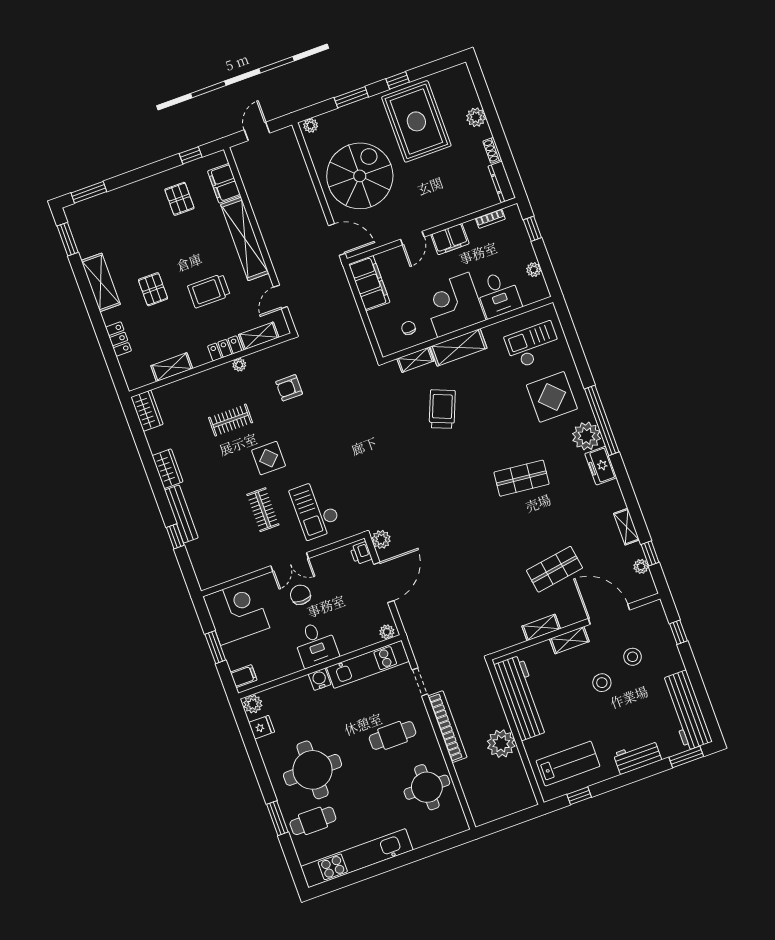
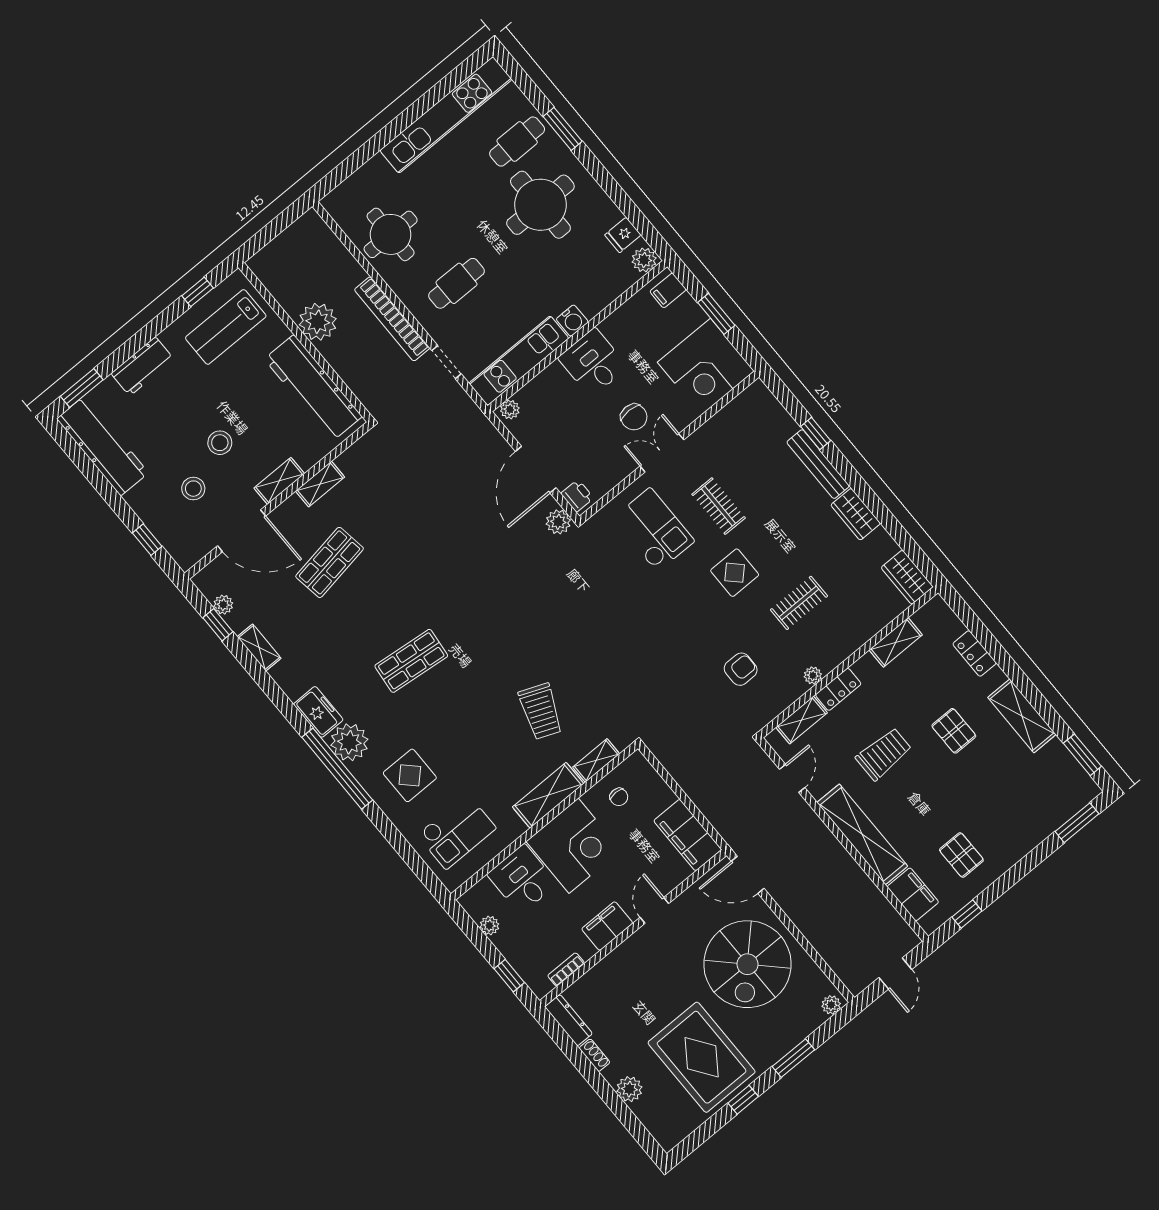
display table: (552, 397) -> (410, 775), width x0.73, depth x0.73

